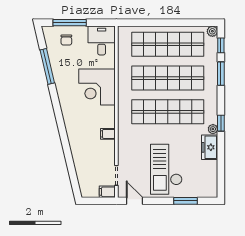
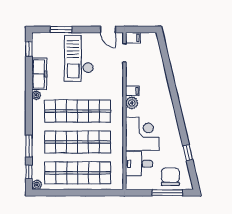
chair: (66, 40) -> (170, 177), width x1.87, depth x1.87
desk: (102, 41) -> (139, 164), moved, turned 90
window: (47, 66) -> (188, 153), width x0.46
plant: (108, 121) -> (132, 103), added
window: (221, 123) -> (29, 49), moved
freezer: (210, 147) -> (39, 74), width x1.40
checkout: (166, 169) -> (79, 58), turned 180

